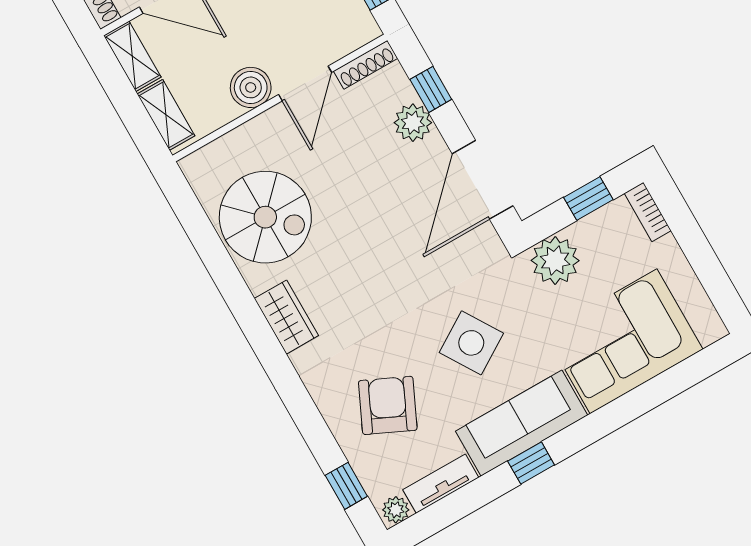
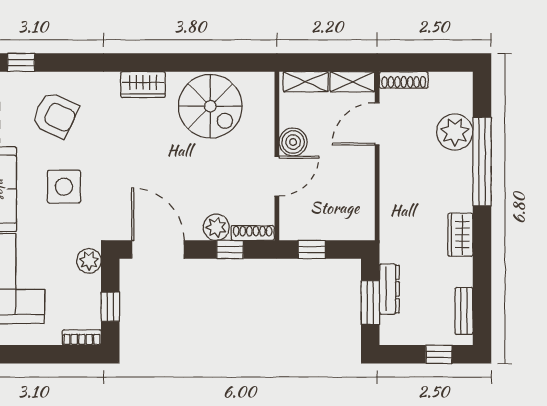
shoe rack: (366, 65) -> (253, 233), moved, turned 90
door: (305, 83) -> (277, 176), swing flipped
spiral stairs: (265, 217) -> (210, 106), turned -90
plant: (555, 261) -> (89, 261), width x0.73, depth x0.73
side table: (471, 343) -> (64, 187), turned 32

